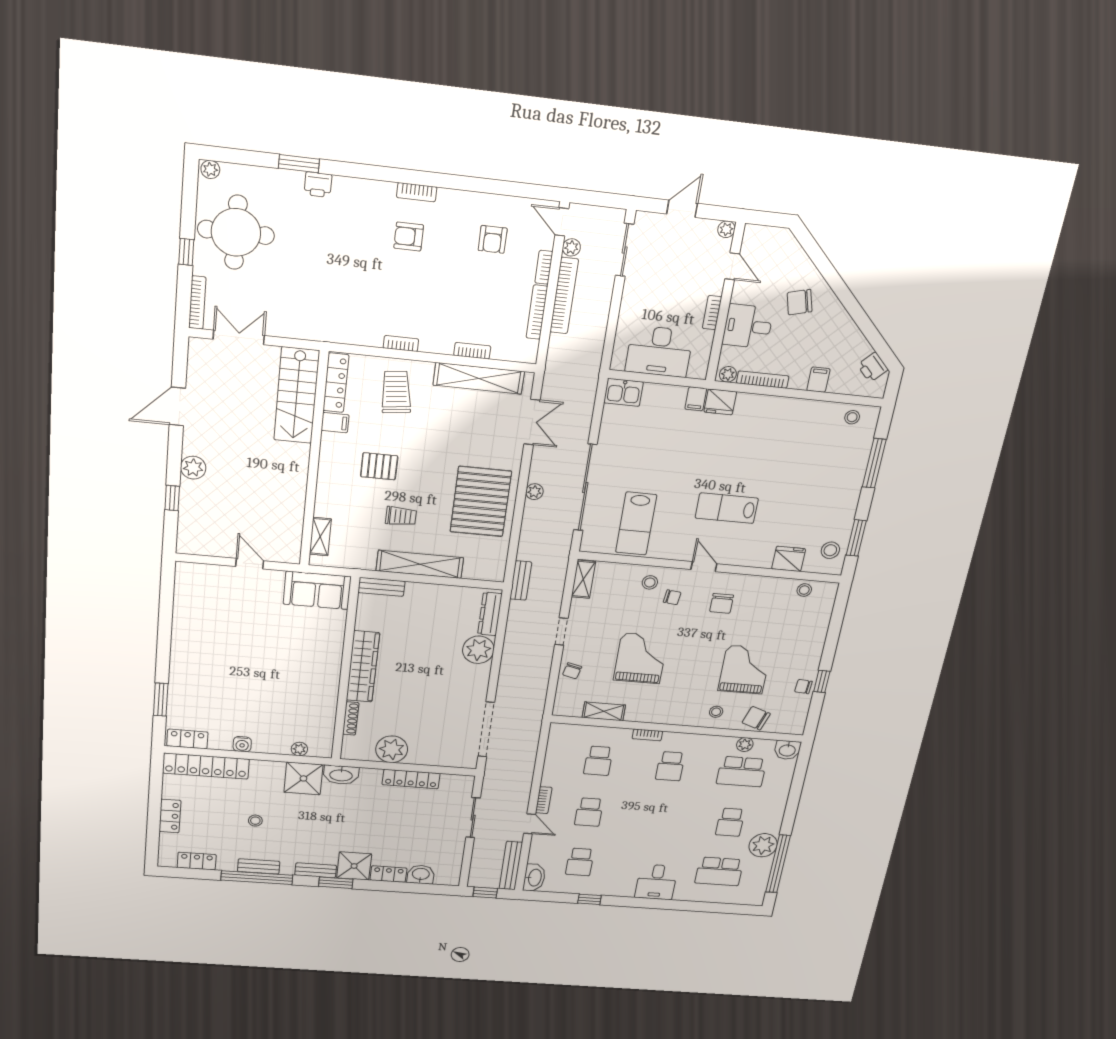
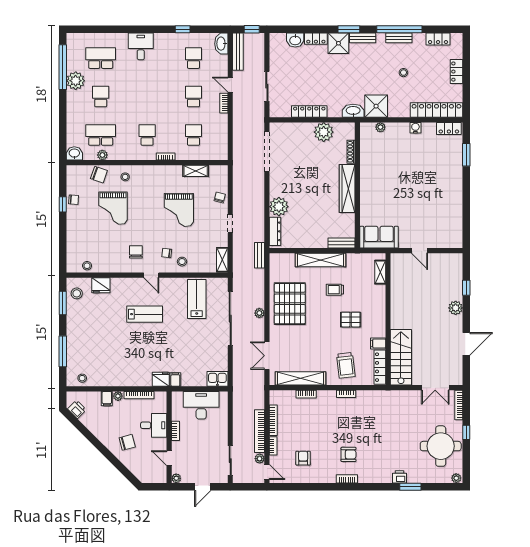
plant: (728, 374) -> (118, 396), moved

